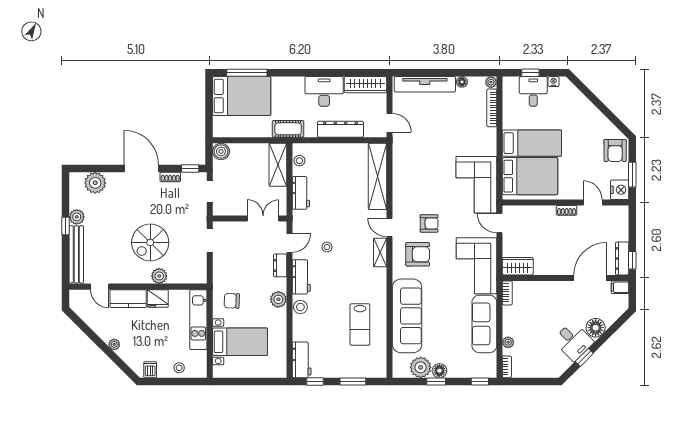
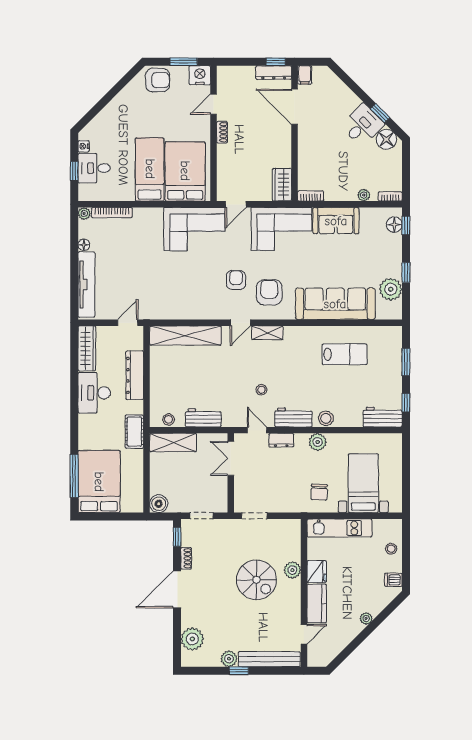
sofa: (484, 324) -> (336, 221), width x0.73
floor lamp: (596, 328) -> (386, 139), moved
floor lamp: (439, 371) -> (394, 225), moved

